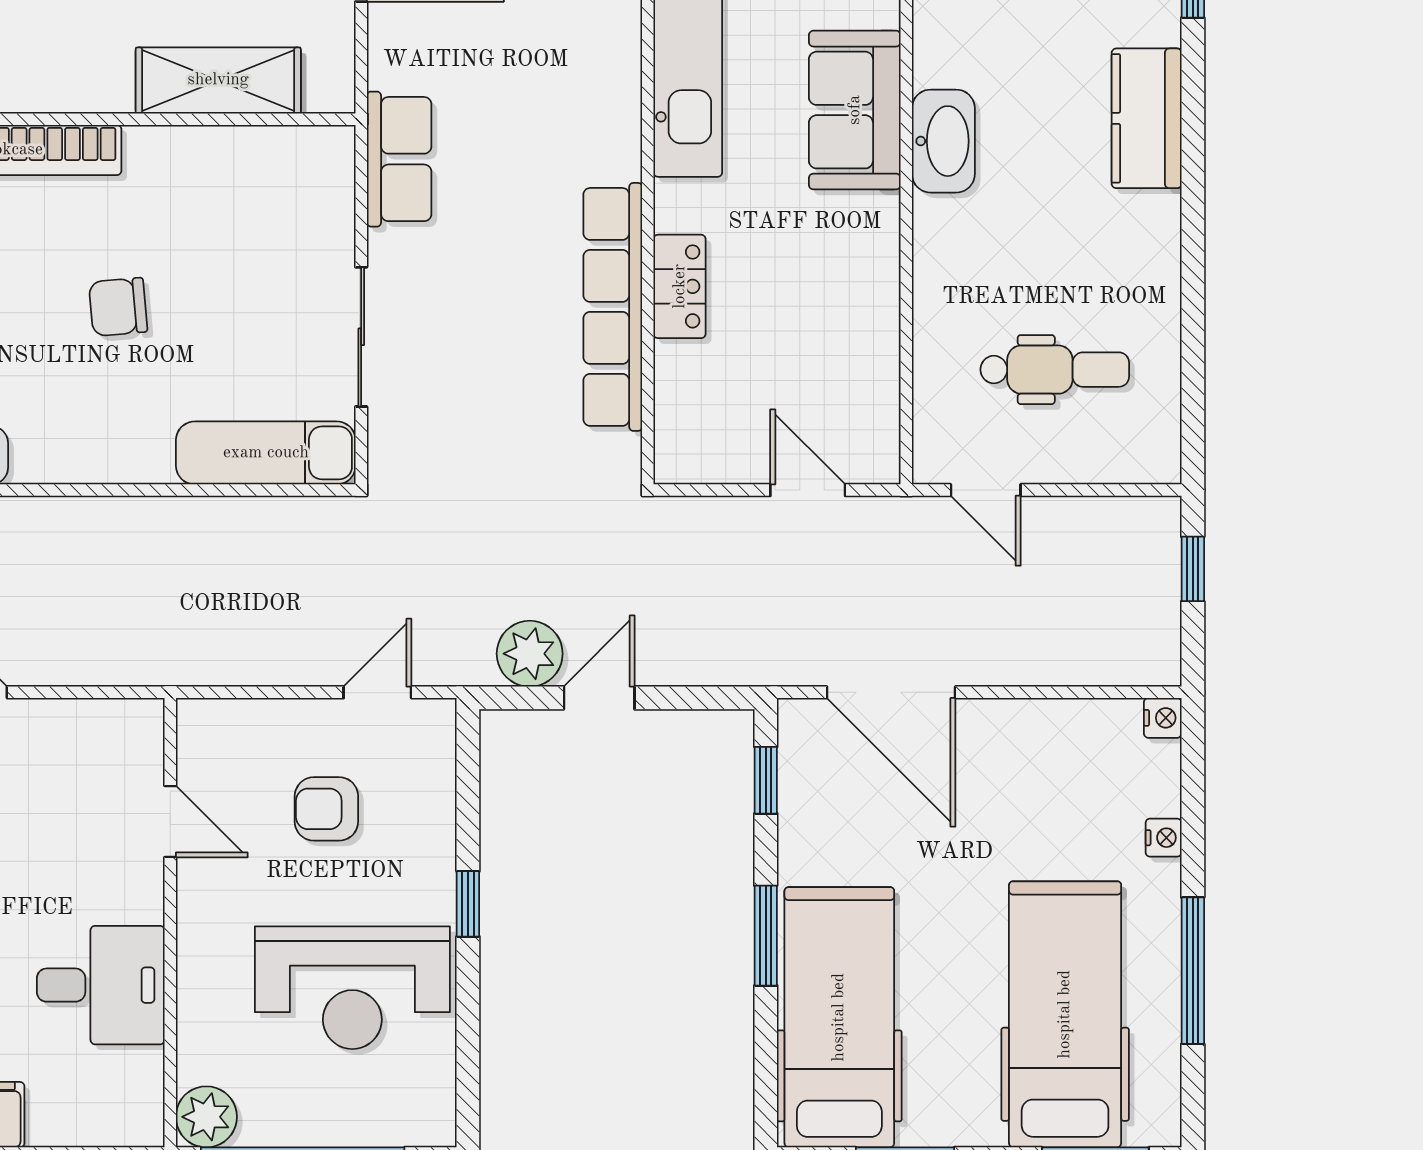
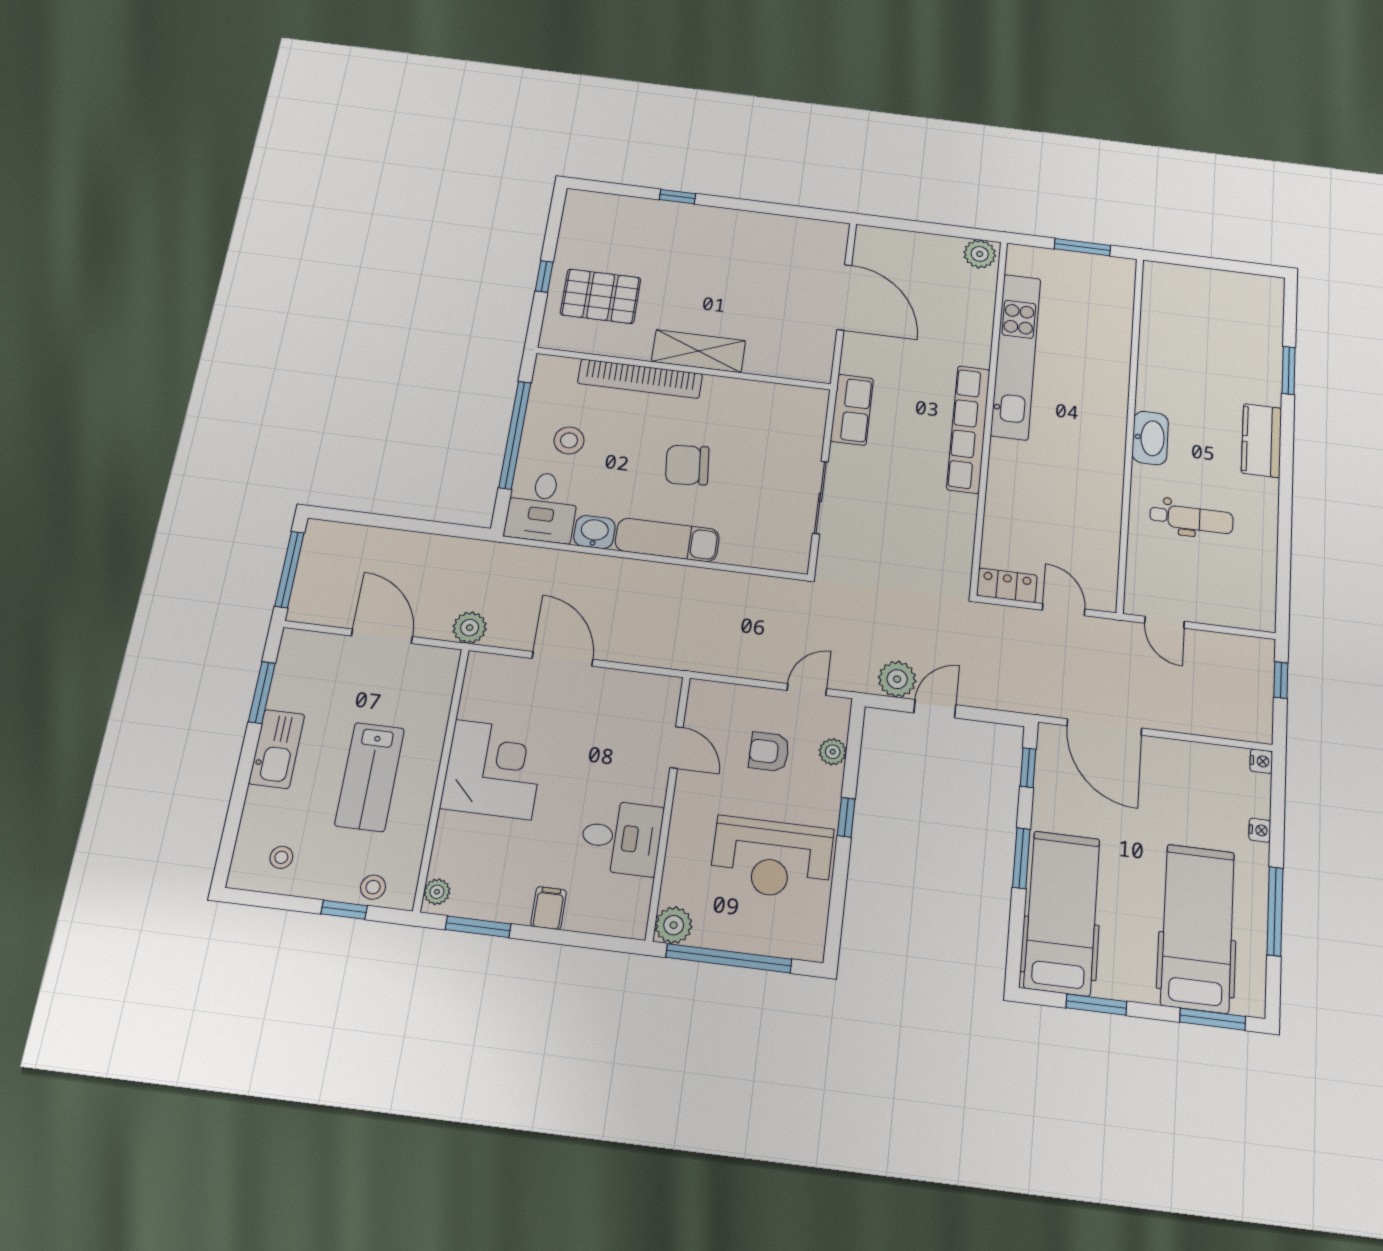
shelving: (218, 80) -> (698, 351), moved
sofa: (855, 110) -> (1103, 416), removed
locker: (680, 286) -> (1007, 585), moved, turned -90
chair: (118, 307) -> (687, 465), width x1.37, depth x1.37
row of seats: (613, 307) -> (968, 429), moved
dental chair: (1055, 370) -> (1192, 519), moved
exam couch: (266, 453) -> (667, 540), moved
plant: (433, 795) -> (833, 752), added

